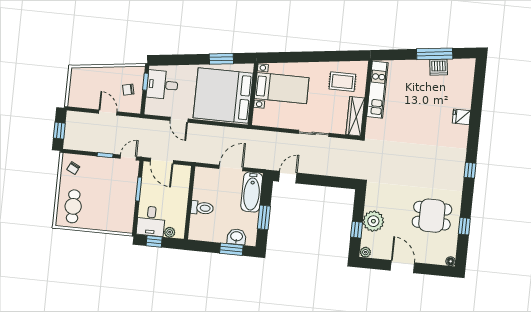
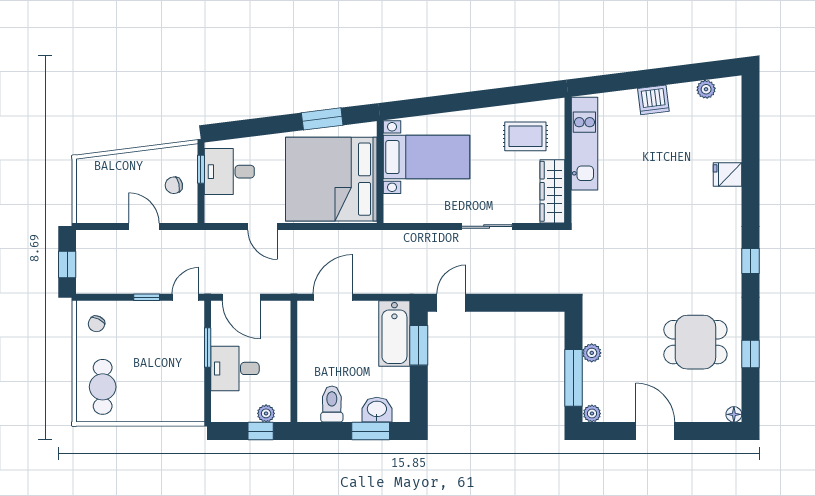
window: (435, 54) -> (673, 75), removed
plant: (454, 64) -> (706, 89), added
dishwasher: (439, 67) -> (653, 100), moved
door: (231, 168) -> (333, 297), moved
toilet: (202, 208) -> (332, 404), moved, turned -90
window: (264, 217) -> (419, 345), moved
desk: (151, 221) -> (235, 368), moved, turned 90
plant: (373, 221) -> (592, 353), width x0.53, depth x0.53
window: (357, 230) -> (574, 378), width x2.17
window: (154, 241) -> (261, 431), moved

